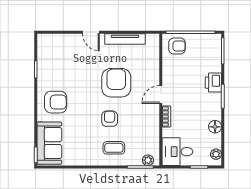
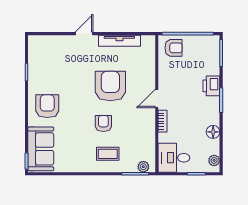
door: (91, 32) -> (84, 34), swing flipped
armchair: (56, 102) -> (47, 106), turned -90

